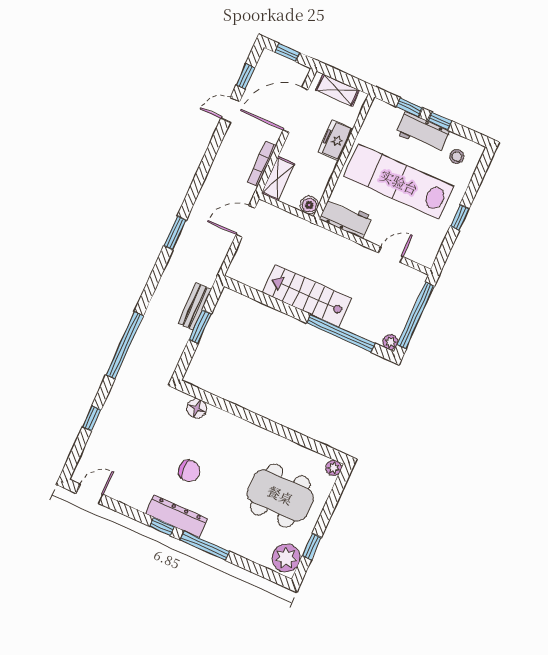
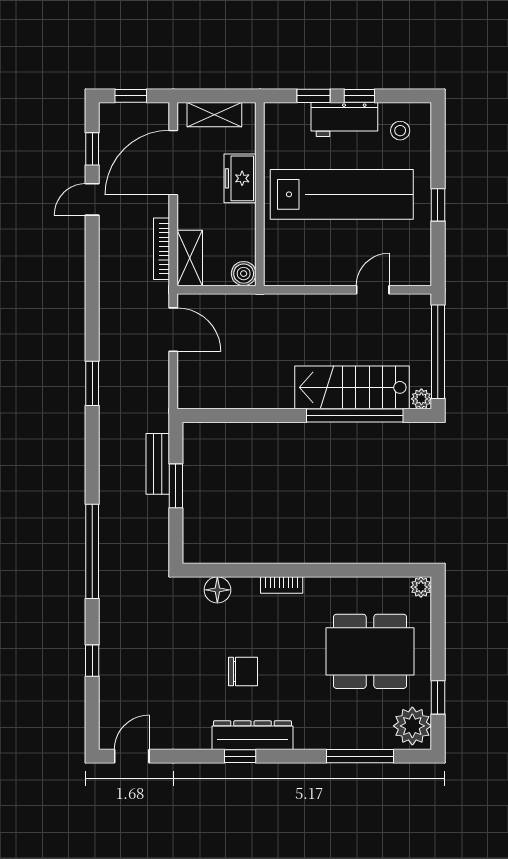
lab bench: (399, 182) -> (342, 194), turned 180
workbench: (346, 218) -> (296, 269), removed
door: (245, 221) -> (173, 330), swing flipped
stairs: (307, 295) -> (352, 387), moved
bookcase: (241, 425) -> (282, 585), added
window: (205, 546) -> (360, 756), moved

